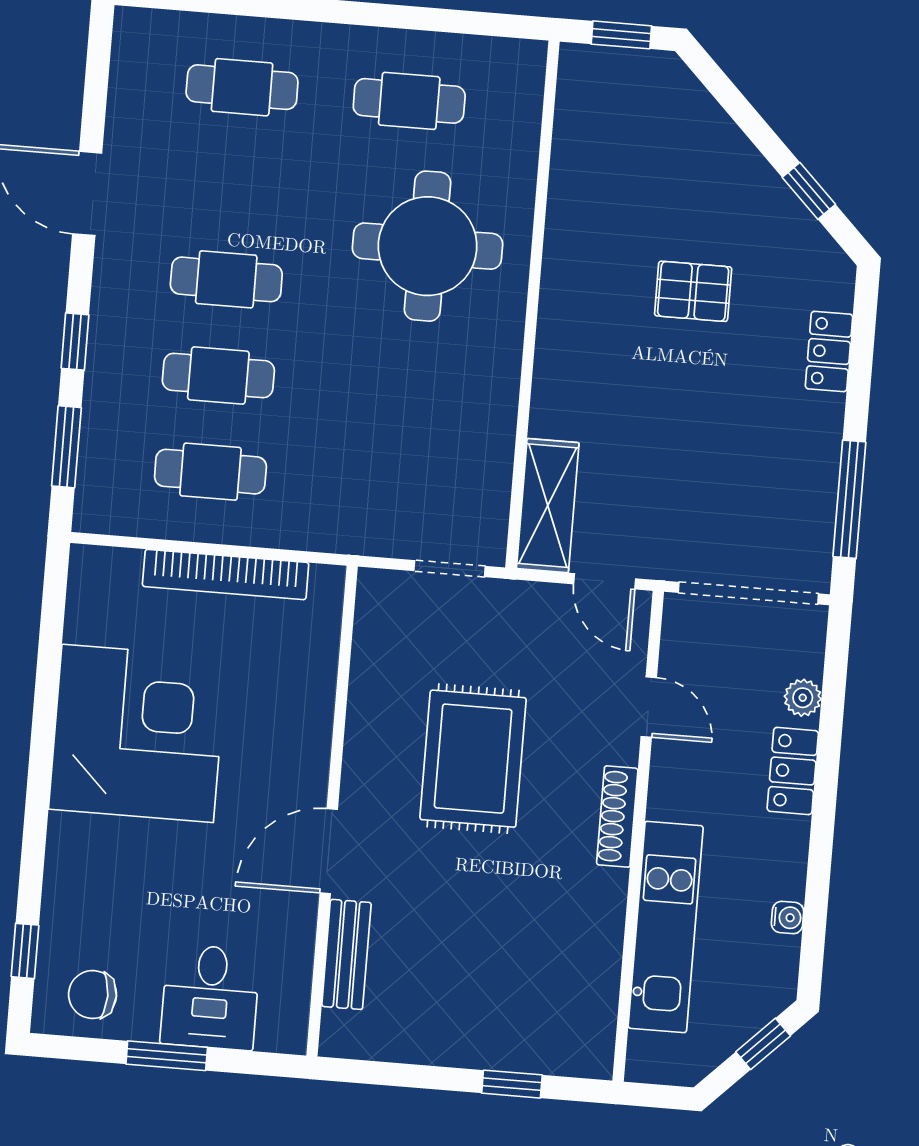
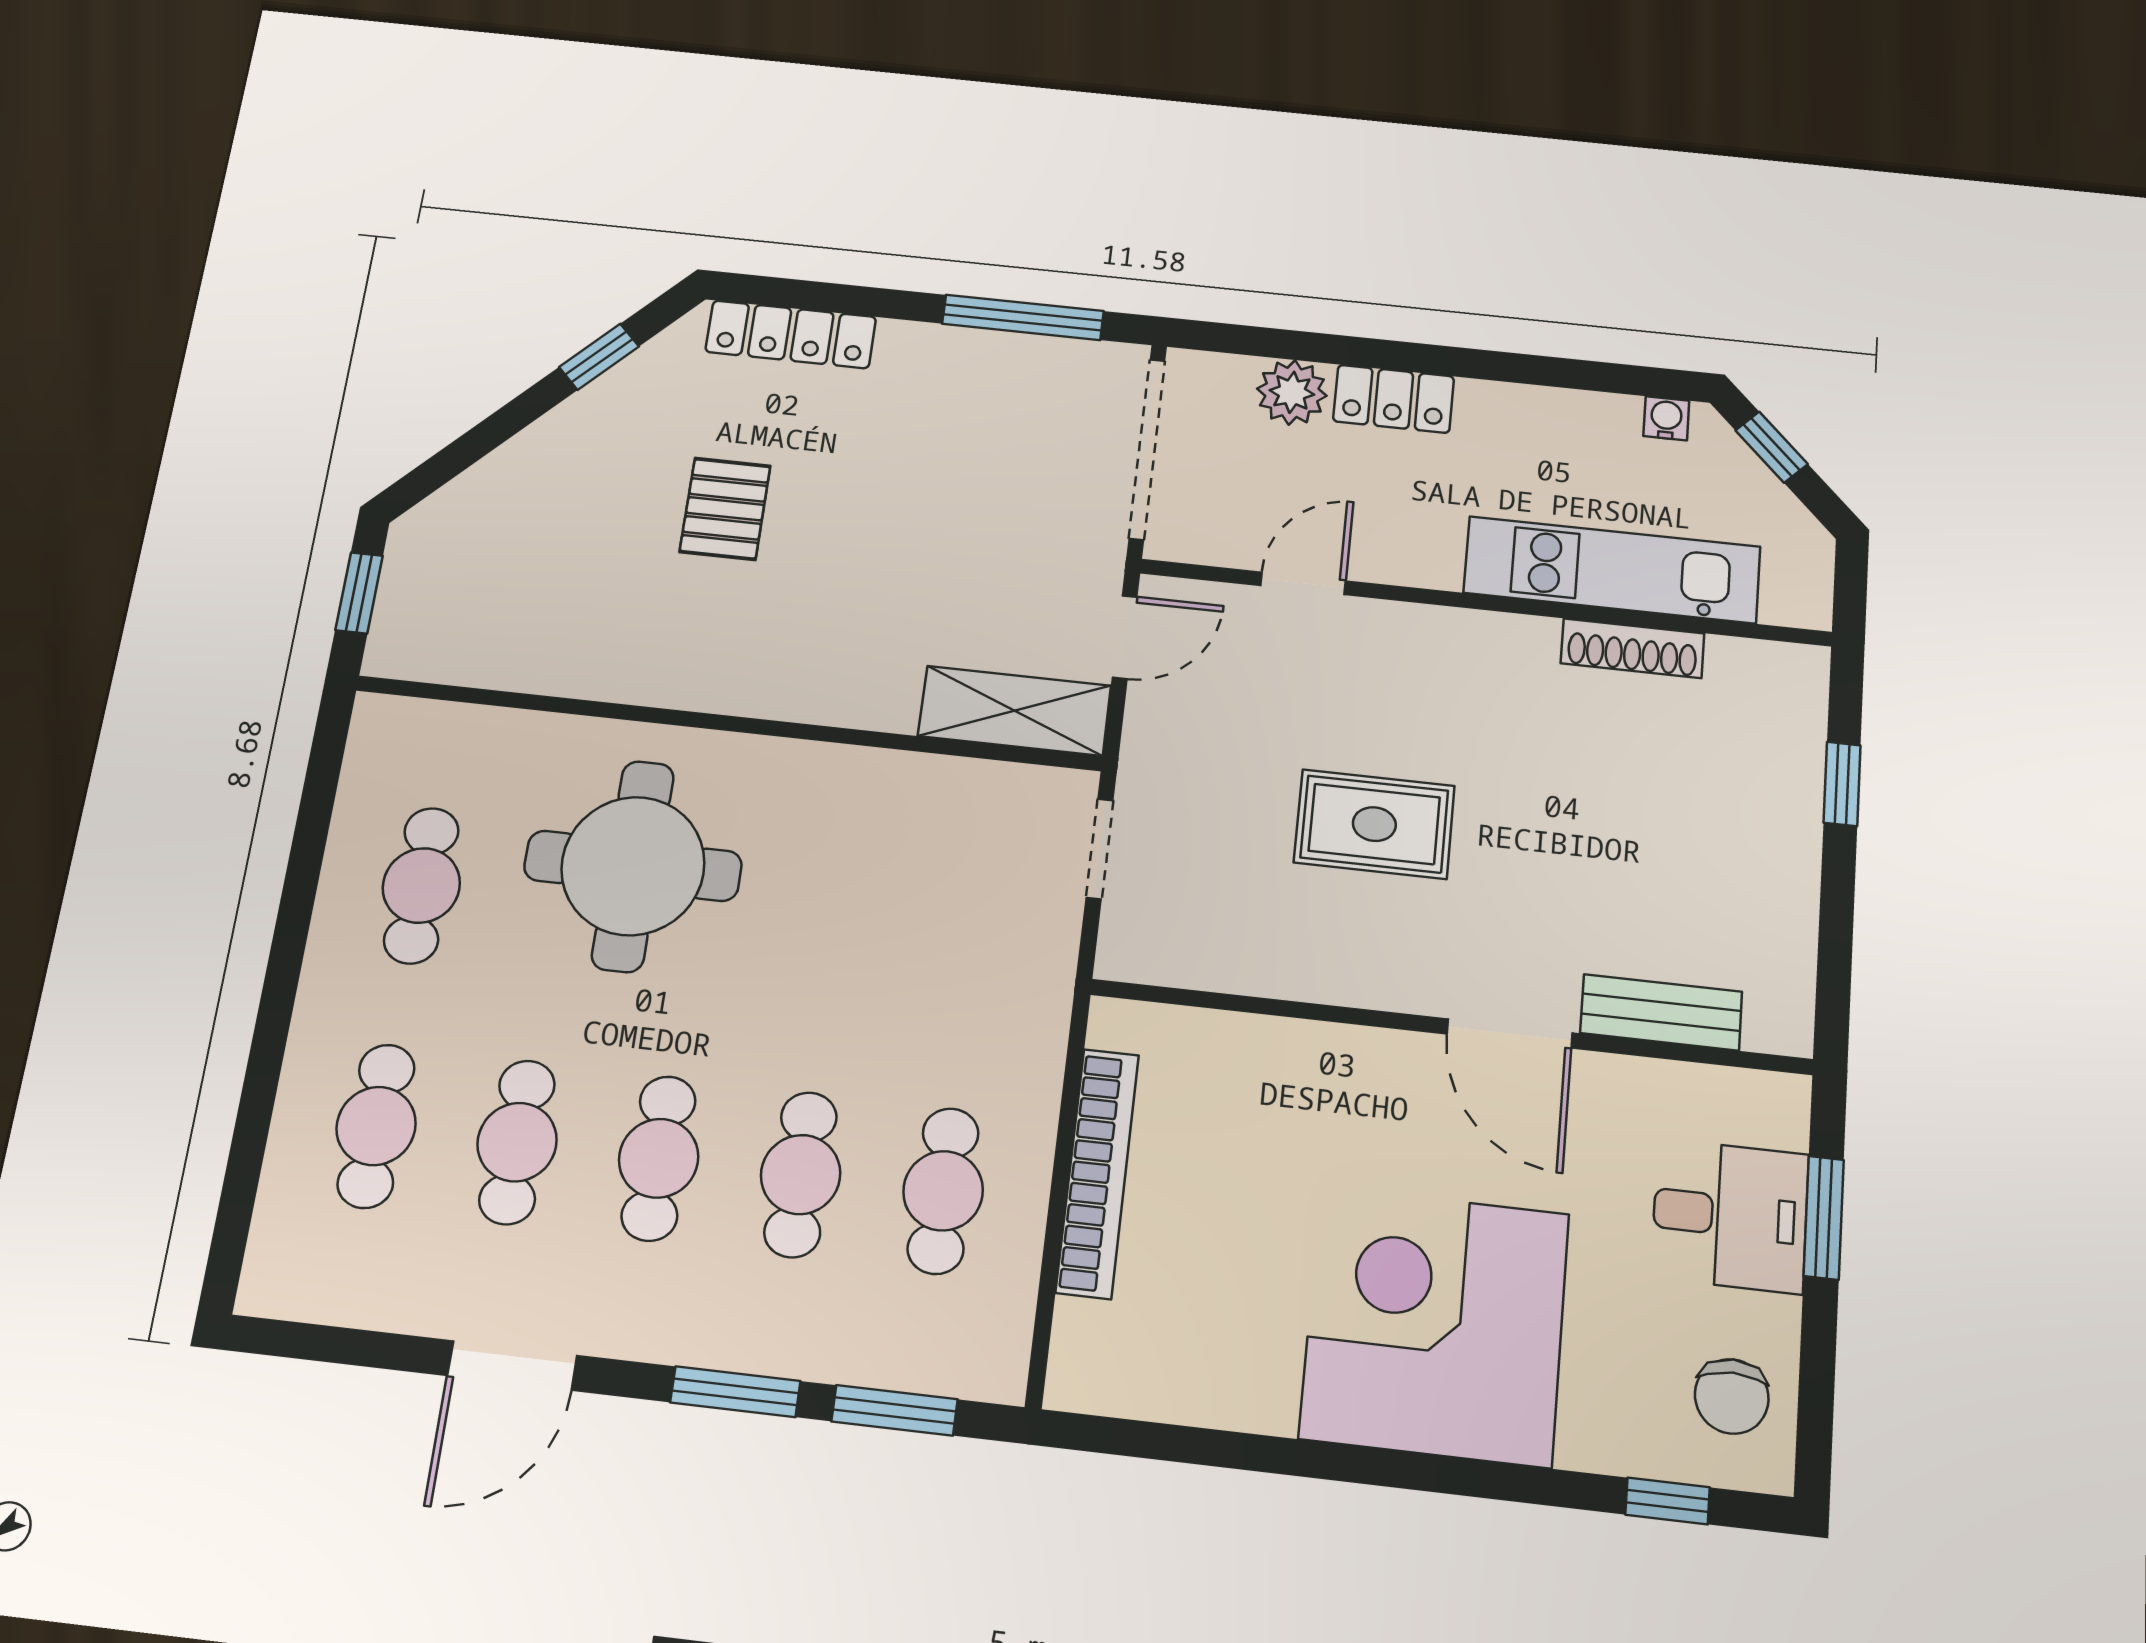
cafe table: (234, 183) -> (517, 1142), added
window: (75, 342) -> (735, 1392), width x1.50
locker: (829, 351) -> (791, 334), width x1.53
plant: (803, 698) -> (1292, 392), width x1.38, depth x1.38
corner desk: (138, 733) -> (1435, 1326), moved
rug: (473, 759) -> (1374, 824), width x0.73, depth x0.70
shoe rack: (617, 817) -> (1632, 648), moved
water cooler: (788, 918) -> (1666, 418), moved
window: (167, 1056) -> (1824, 1218), moved

